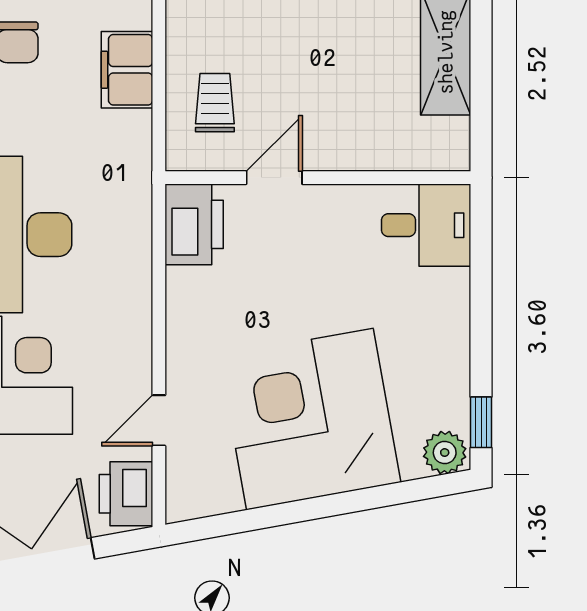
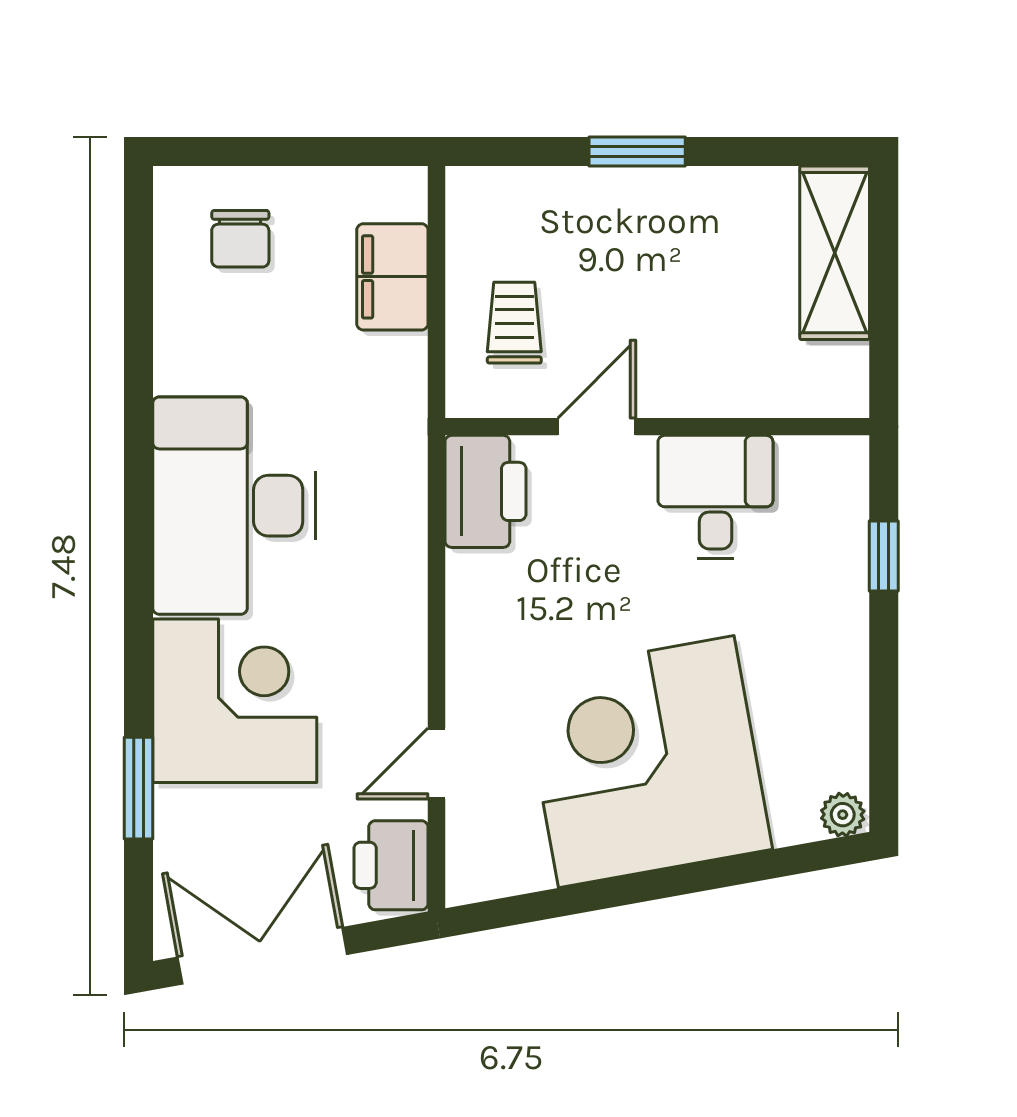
desk: (426, 225) -> (715, 497), moved, turned -90
window: (481, 422) -> (884, 556), moved
plant: (445, 453) -> (843, 815), width x0.73, depth x0.73

